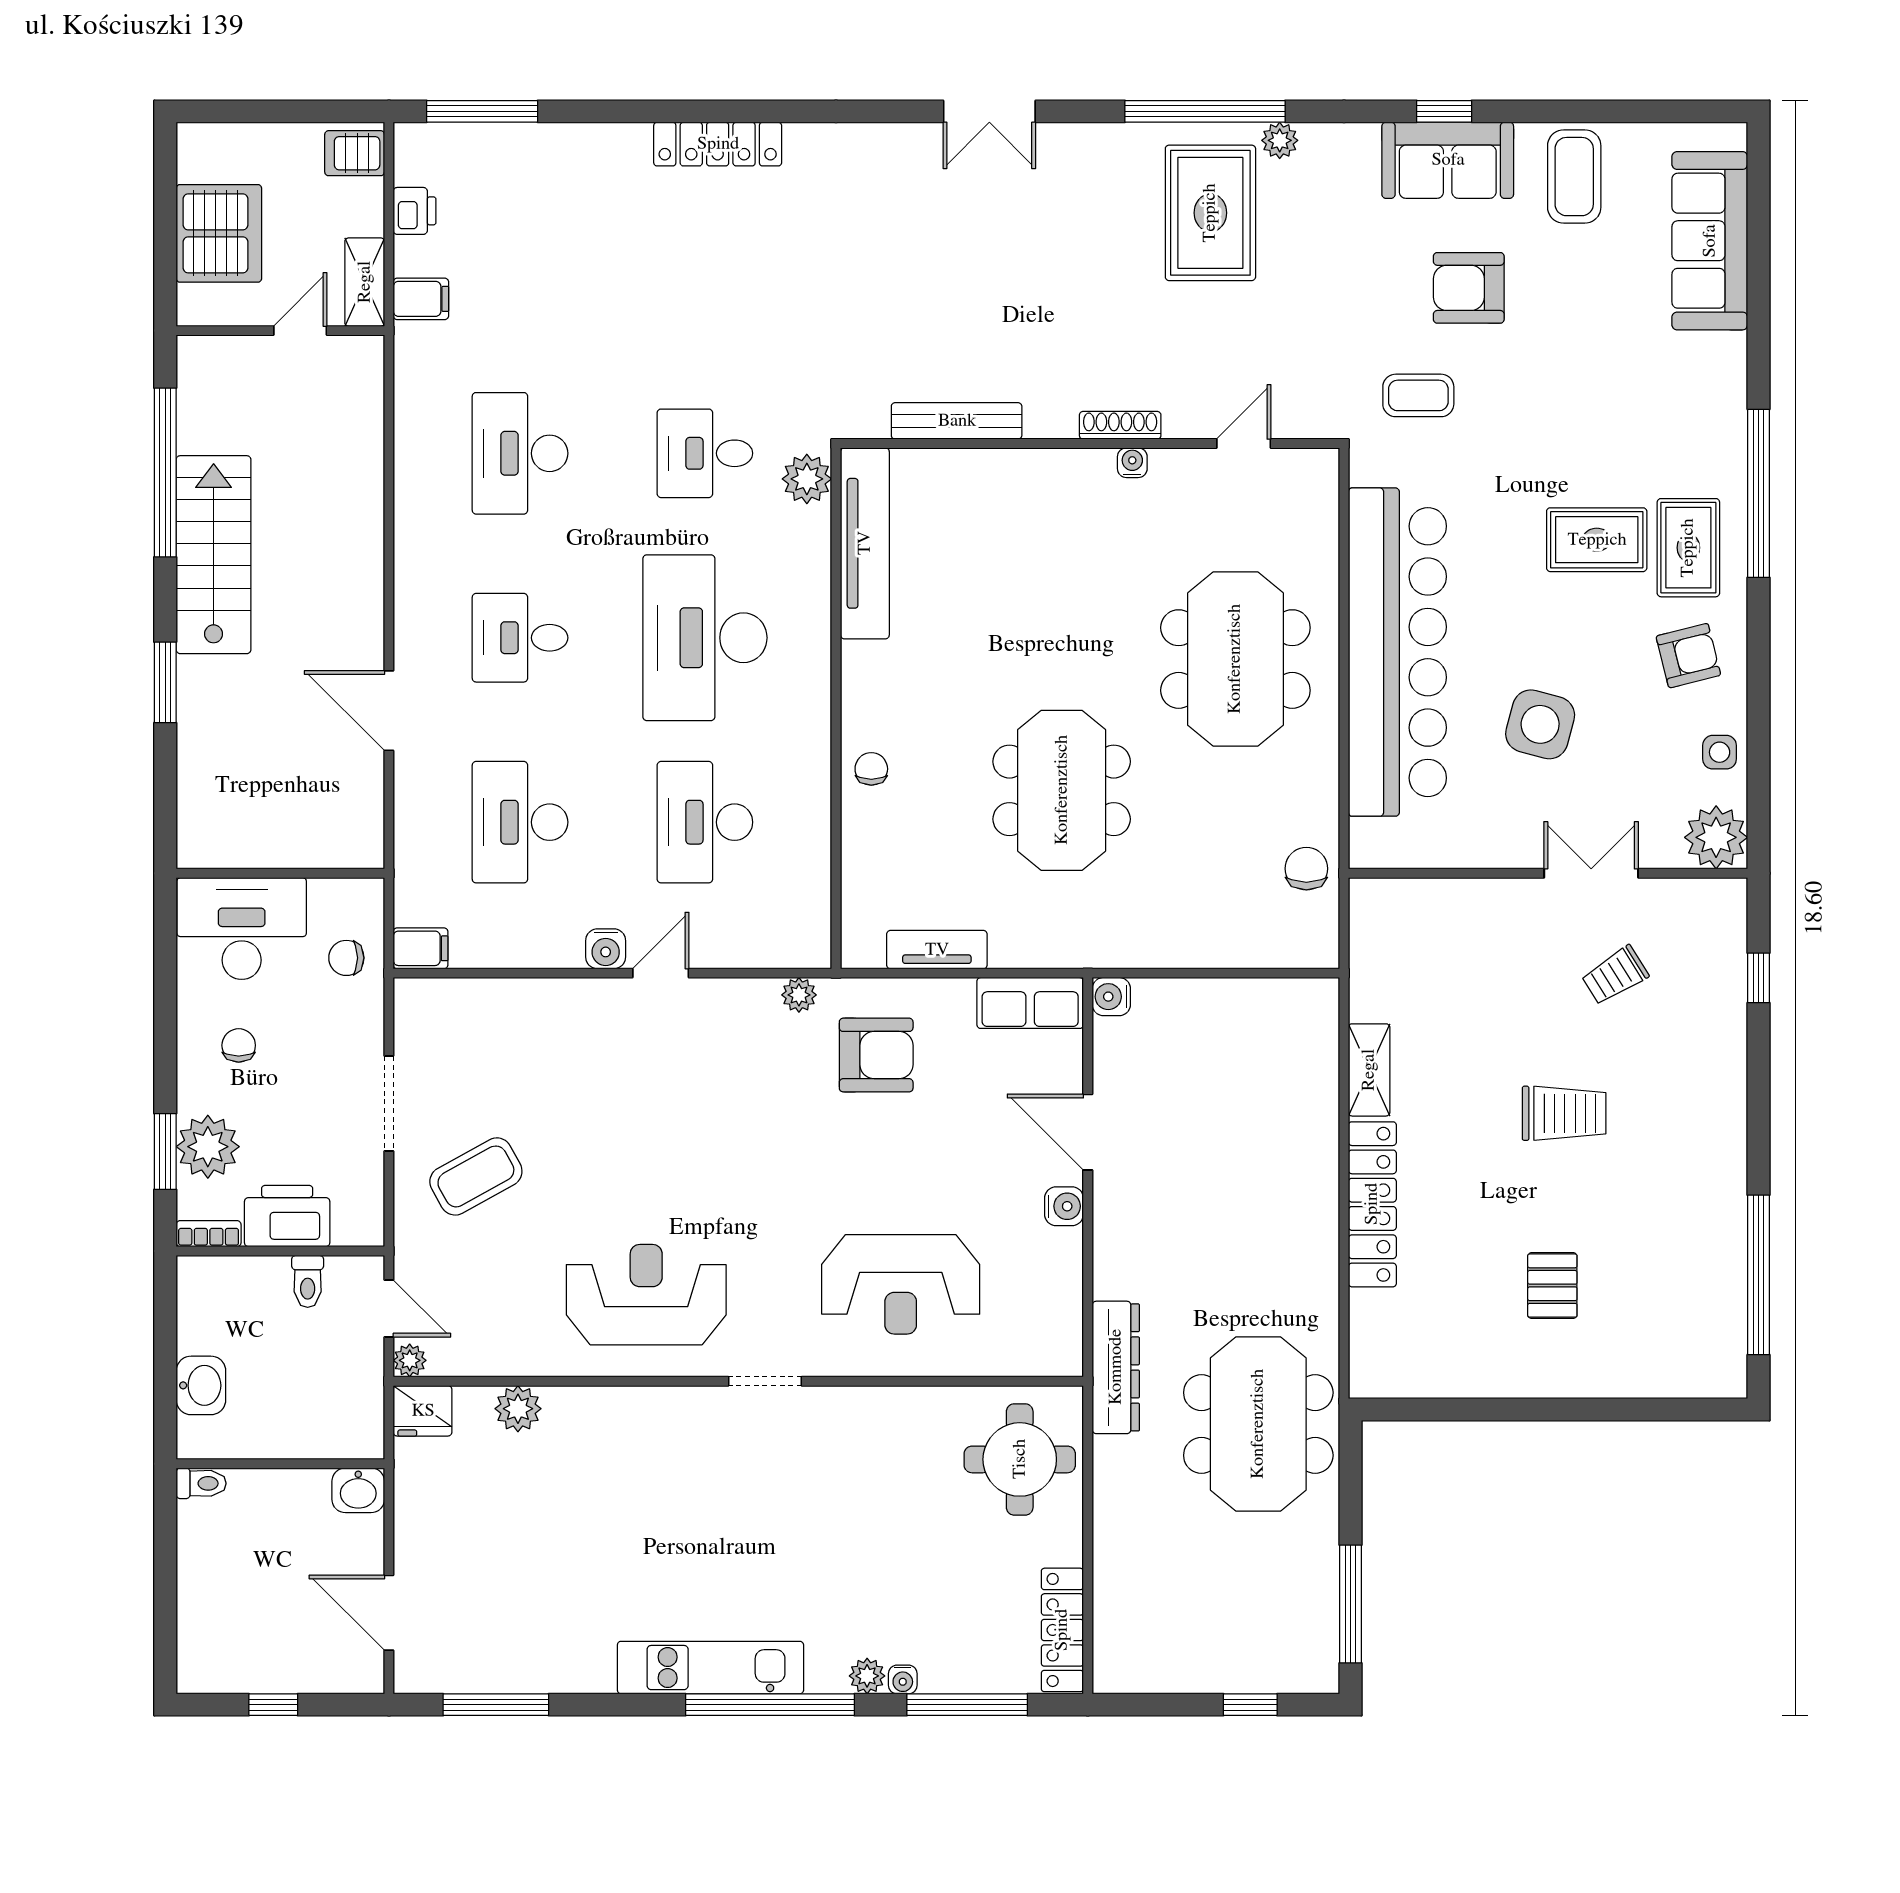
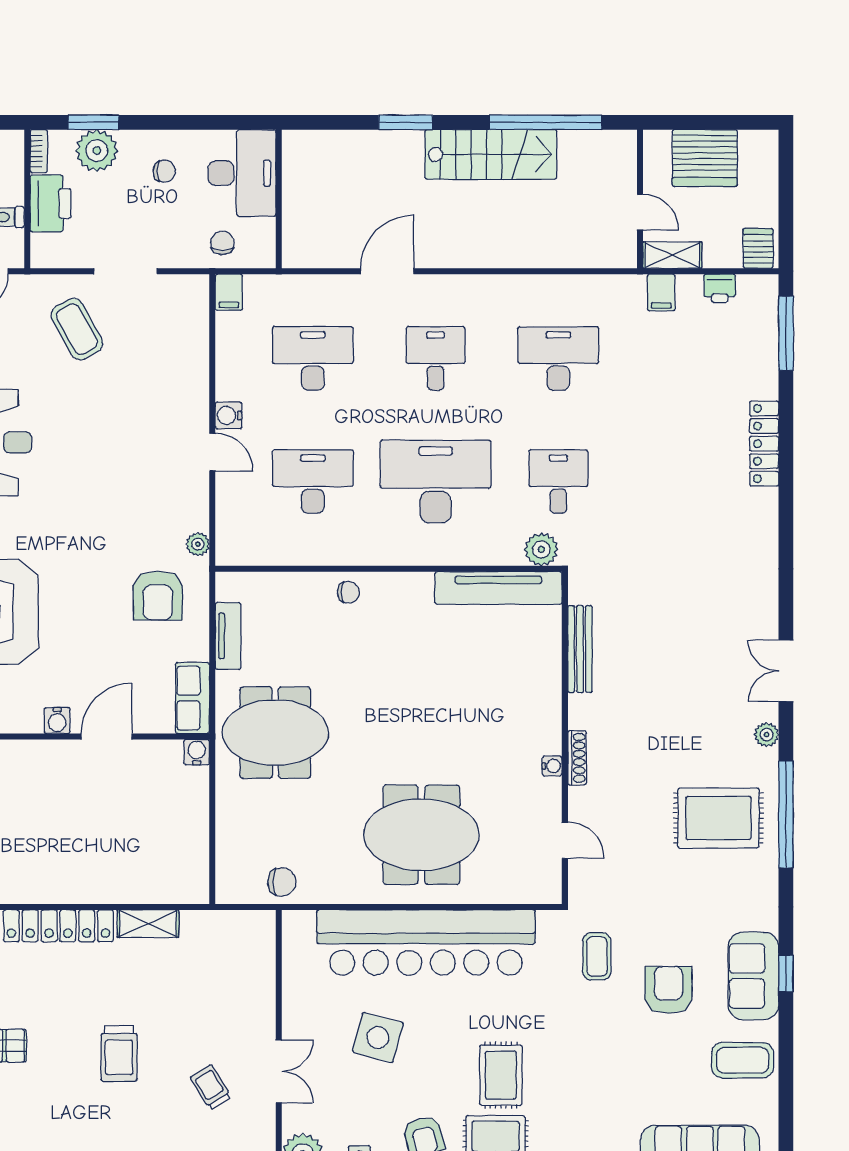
plant: (1280, 140) -> (767, 735), moved
locker: (718, 144) -> (764, 444), moved
meeting table: (1062, 790) -> (275, 733), moved

